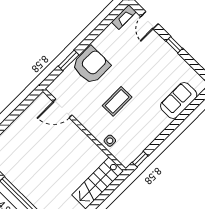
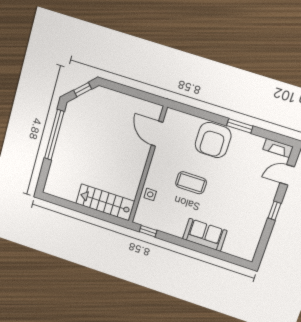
window: (69, 60) -> (240, 126), moved
armchair: (91, 65) -> (213, 140), turned 90
sofa: (179, 100) -> (205, 235), moved

